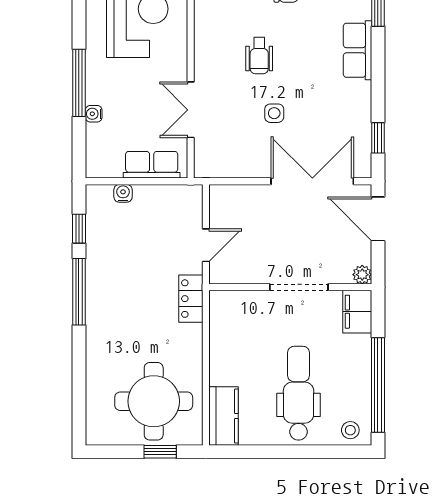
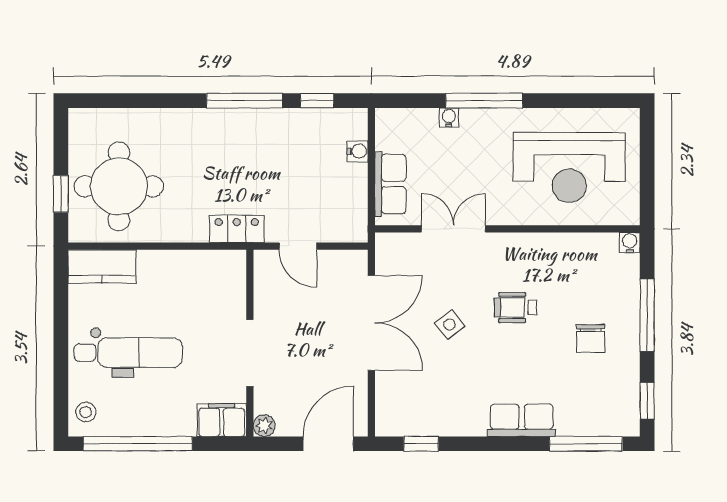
side table: (274, 113) -> (450, 325), turned -38
double door: (312, 181) -> (371, 323), moved

